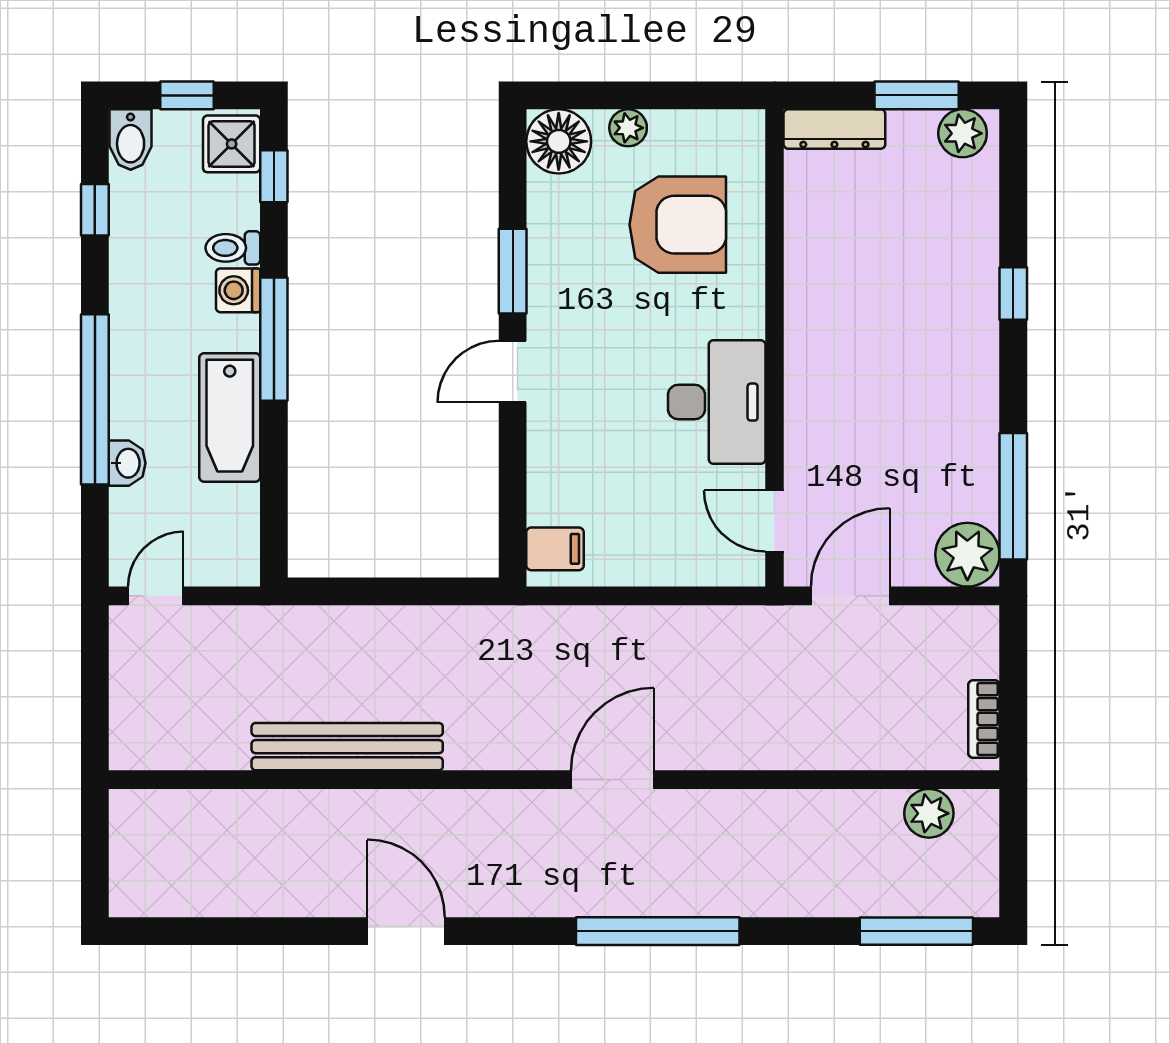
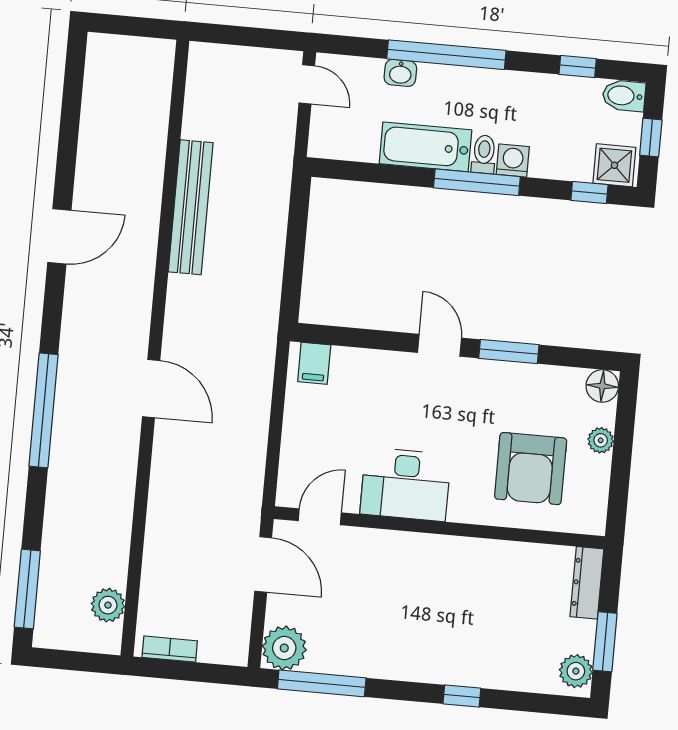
floor lamp: (559, 141) -> (602, 386), width x0.73, depth x0.73
toilet: (233, 248) -> (484, 154), moved

